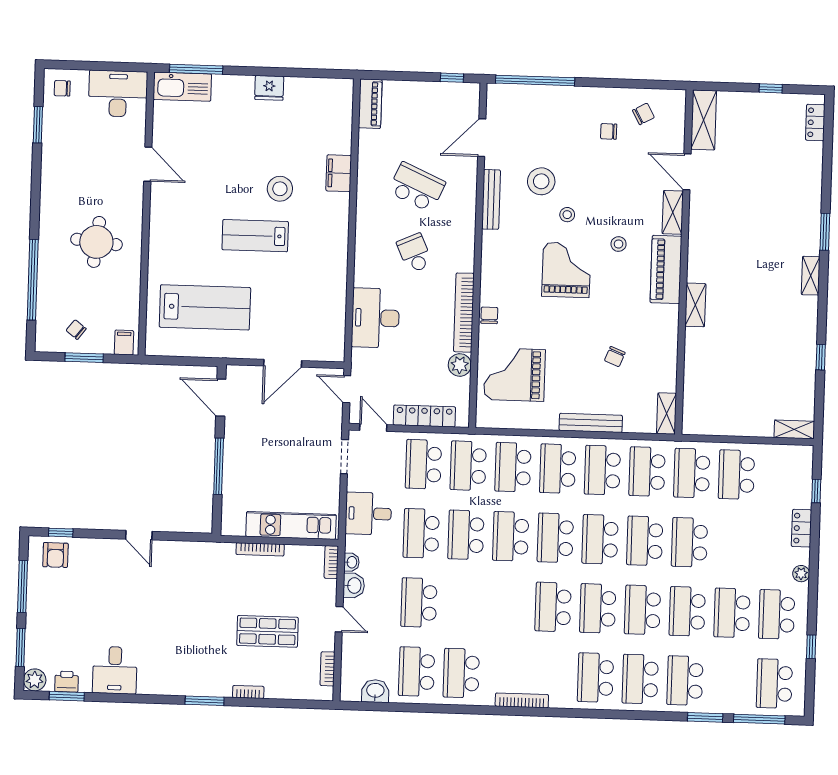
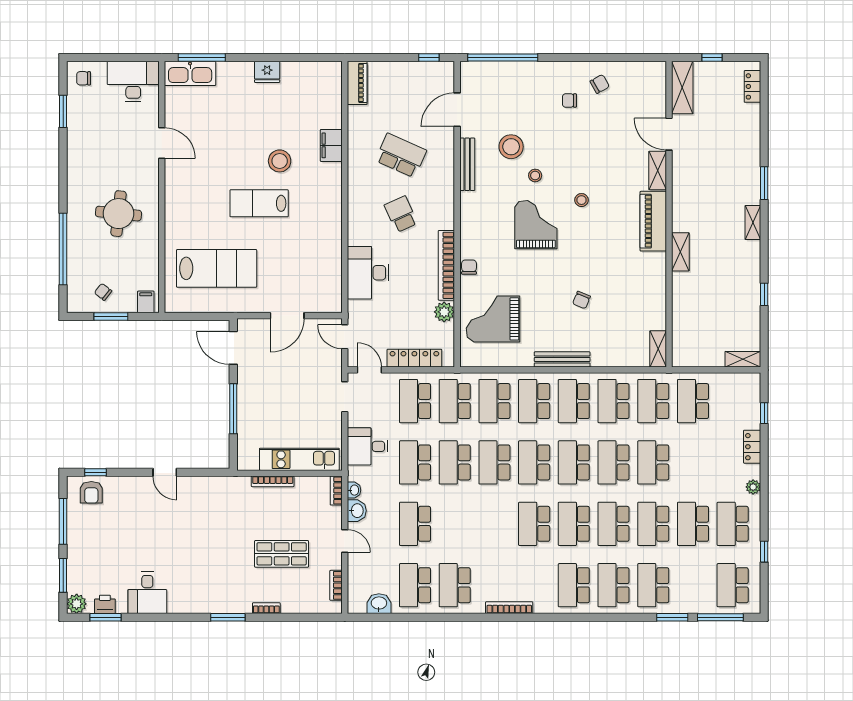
shelving: (704, 120) -> (682, 88), moved
door: (687, 172) -> (669, 134), moved
shelving: (673, 212) -> (658, 170), moved
wall: (684, 262) -> (669, 214), moved
piano: (666, 269) -> (653, 221), moved
shelving: (695, 305) -> (680, 252), moved
shelving: (667, 414) -> (658, 349), moved

